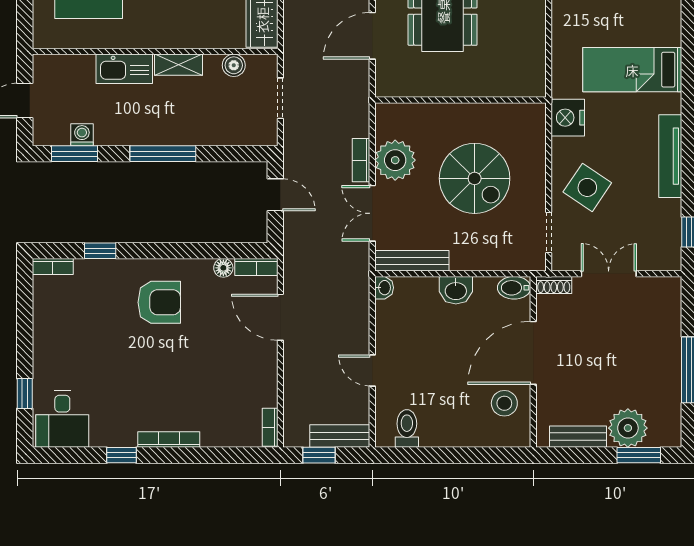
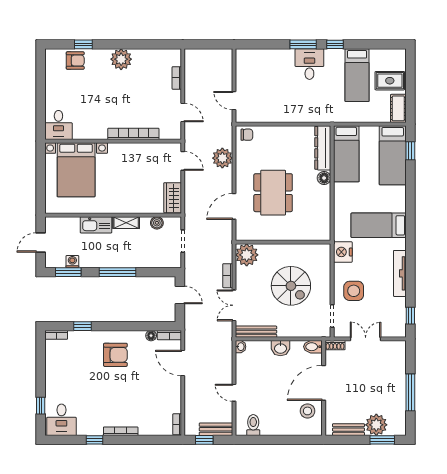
plant: (395, 160) -> (247, 255), moved
side table: (587, 187) -> (354, 291), turned -34

